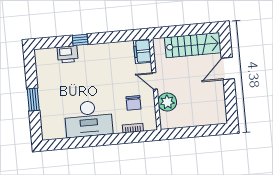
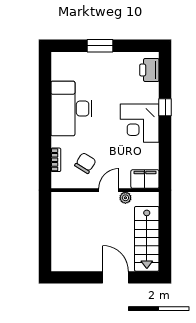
printer: (68, 54) -> (149, 70), moved
corner desk: (96, 60) -> (140, 123), added
plant: (167, 102) -> (125, 198), moved, width x0.53, depth x0.53
chair: (133, 103) -> (85, 163), turned 122

